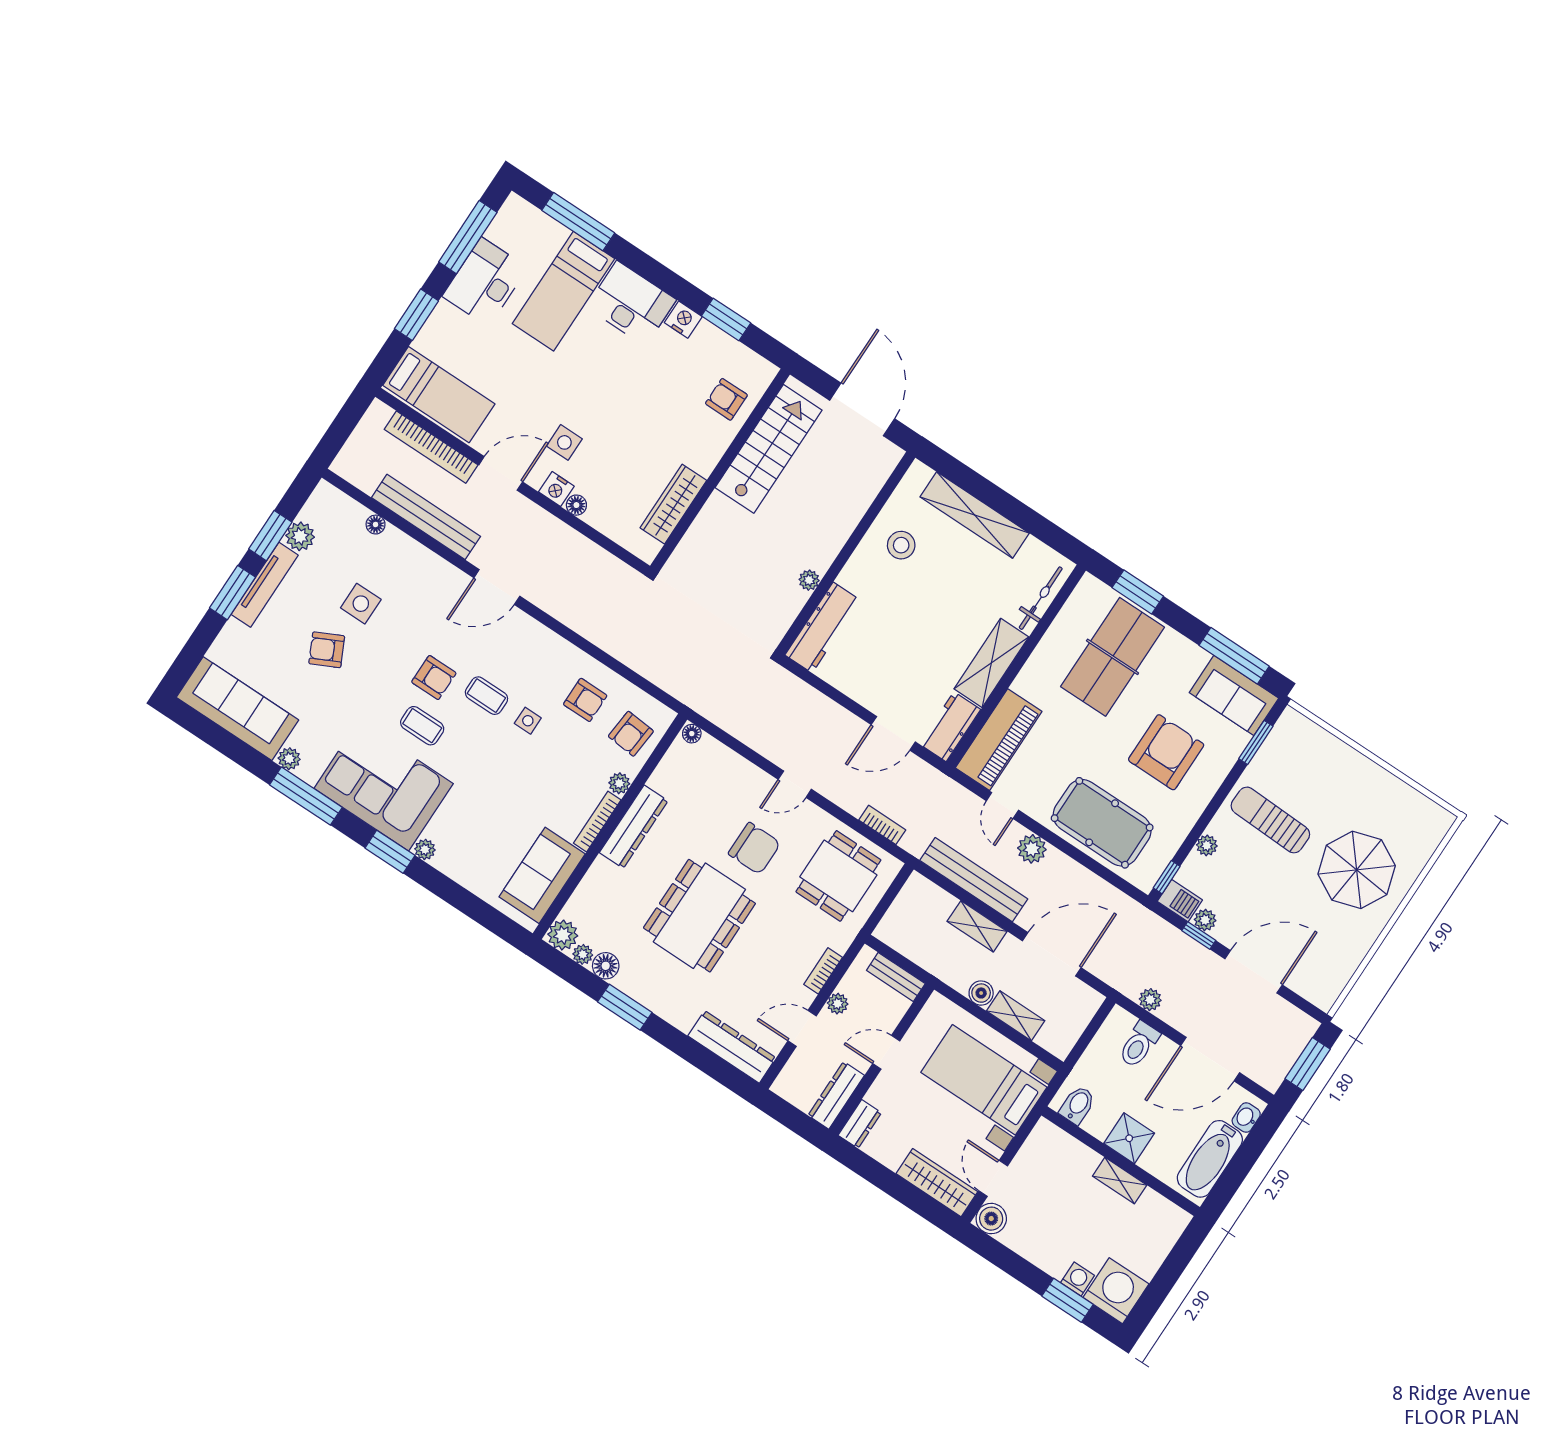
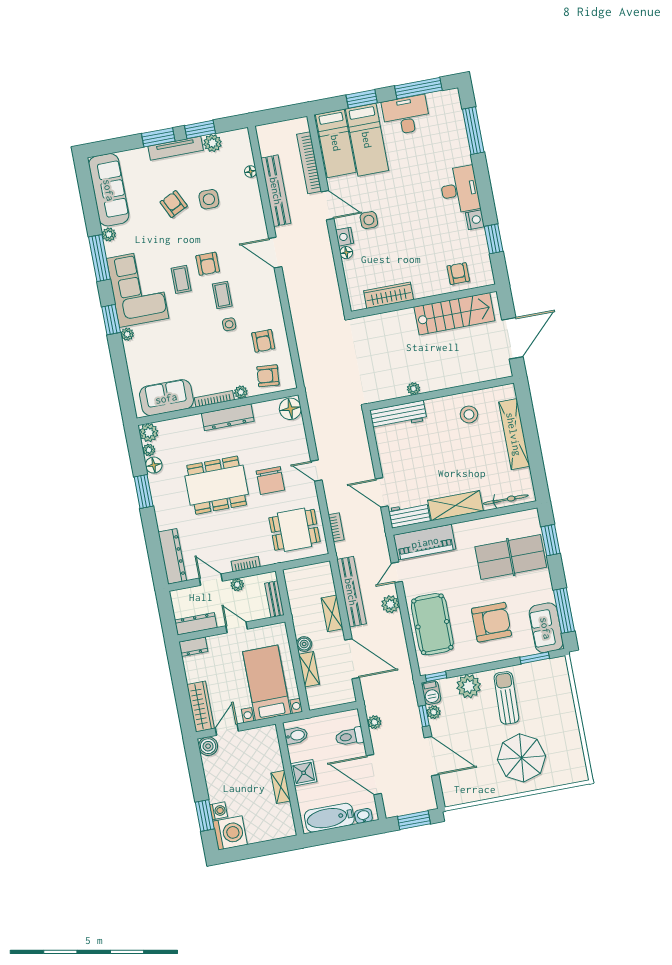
bed: (564, 291) -> (367, 140), moved, turned -90
floor lamp: (692, 734) -> (290, 409), width x1.89, depth x1.89
plant: (1207, 845) -> (469, 686), width x1.88, depth x1.88

